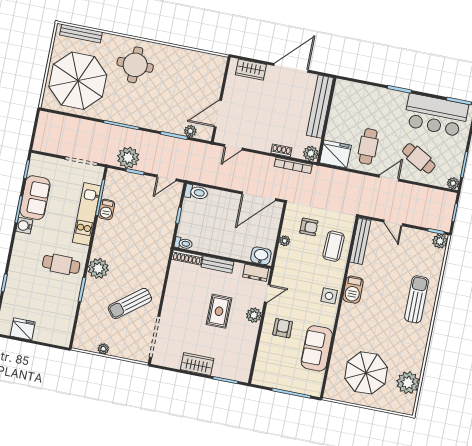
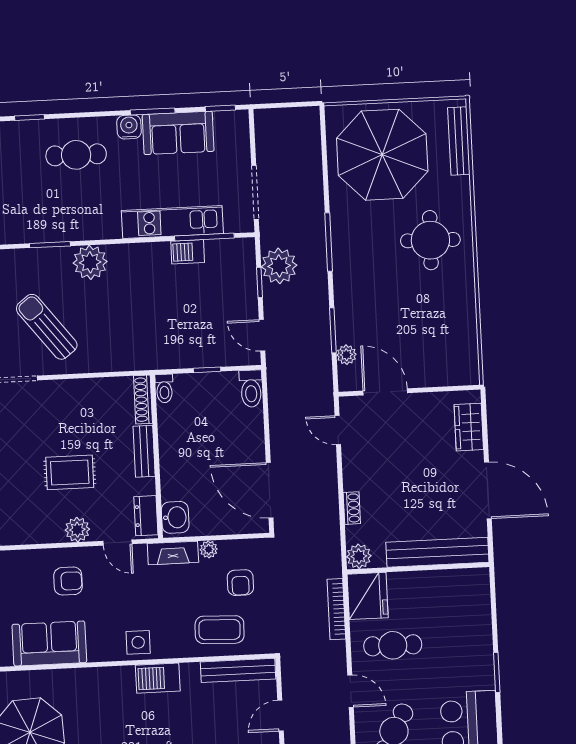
bookcase: (293, 165) -> (336, 609), moved
fireplace: (282, 262) -> (173, 553), added
cafe table: (61, 264) -> (76, 155), moved, turned 90

